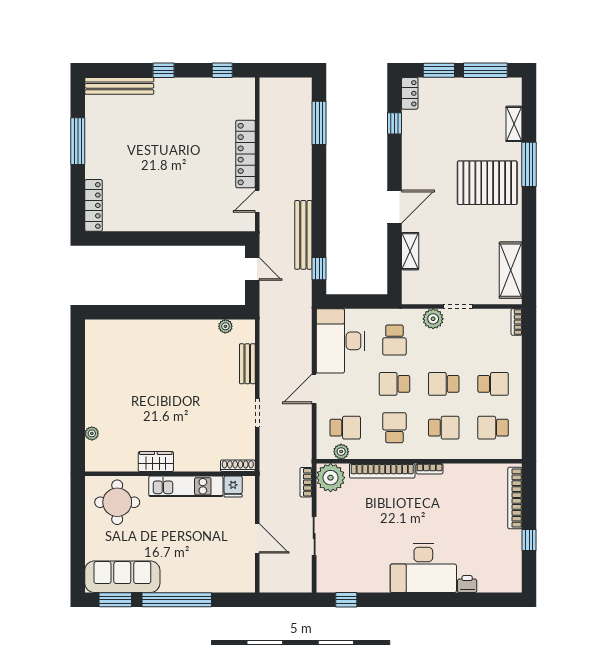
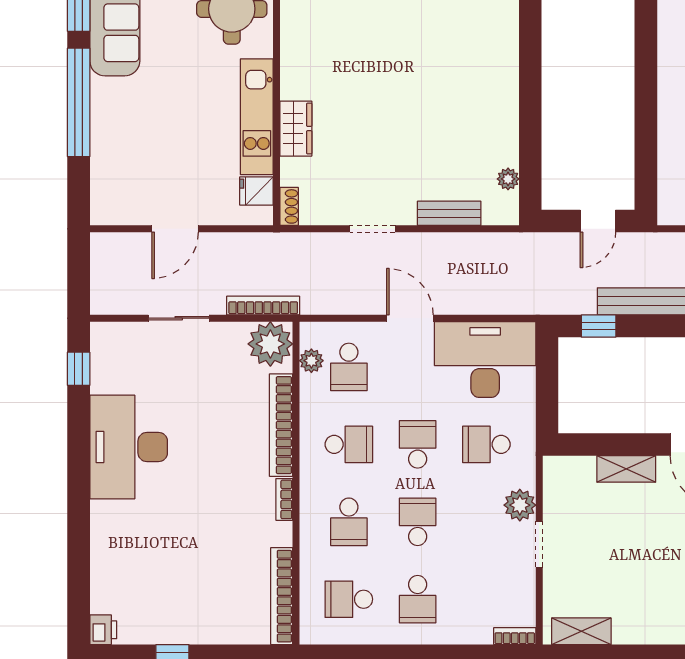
shelving: (511, 270) -> (581, 631), width x0.67, depth x0.75
school desk: (493, 428) -> (349, 599), turned -90
wardrobe: (156, 461) -> (296, 129), moved
shoe rack: (238, 466) -> (289, 206), width x0.70
bookcase: (306, 482) -> (263, 306), width x1.56
bookcase: (515, 498) -> (282, 596), moved, turned -90
desk: (423, 568) -> (129, 447), moved
printer: (467, 584) -> (103, 630), moved

